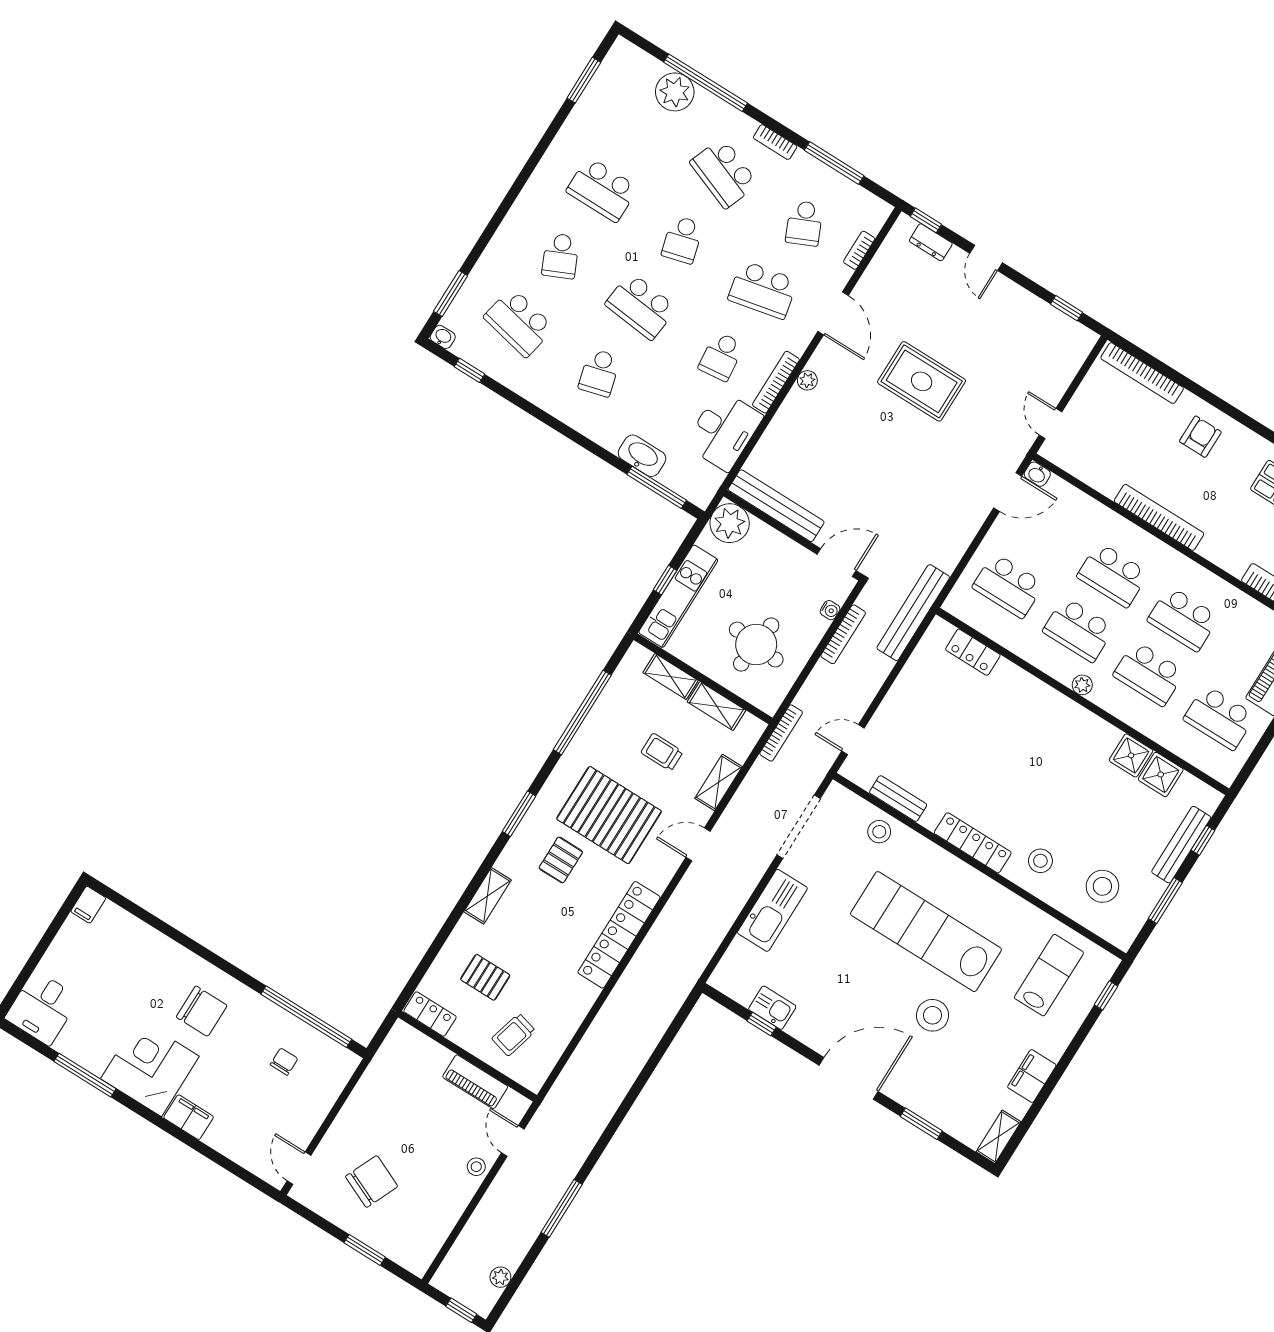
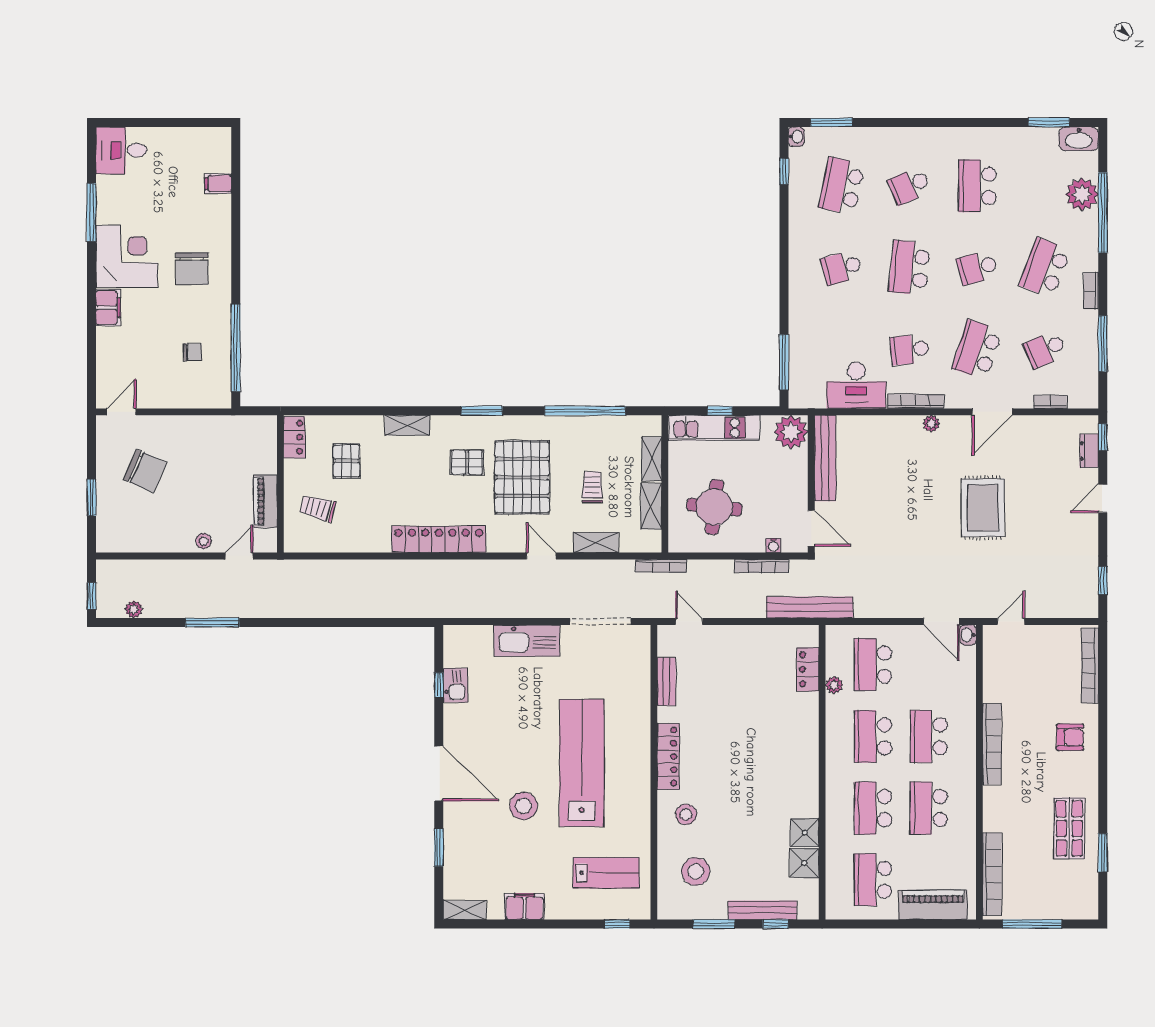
school desk: (763, 290) -> (977, 349), turned 30
washbasin: (642, 456) -> (1079, 139), moved, turned 90
plant: (1082, 685) -> (834, 685), moved
stool: (879, 832) -> (634, 683), removed
filing cabinet: (88, 905) -> (218, 184), moved

